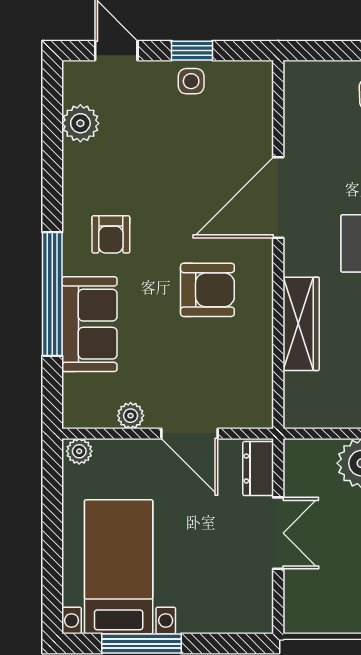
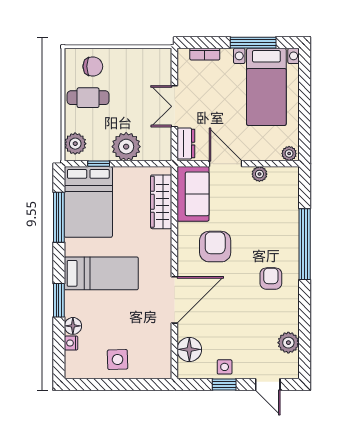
floor lamp: (252, 111) -> (189, 349), added
armchair: (207, 290) -> (215, 247), turned 90
sofa: (89, 324) -> (193, 194), moved, turned 180
wardrobe: (301, 324) -> (161, 202), moved
bookcase: (225, 624) -> (205, 54), added

